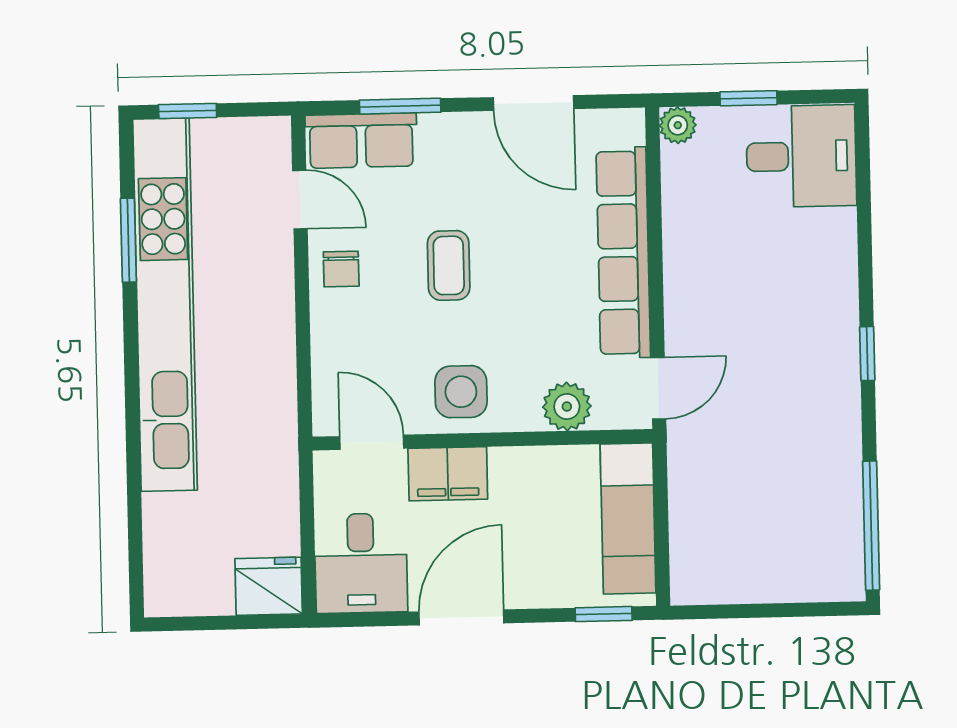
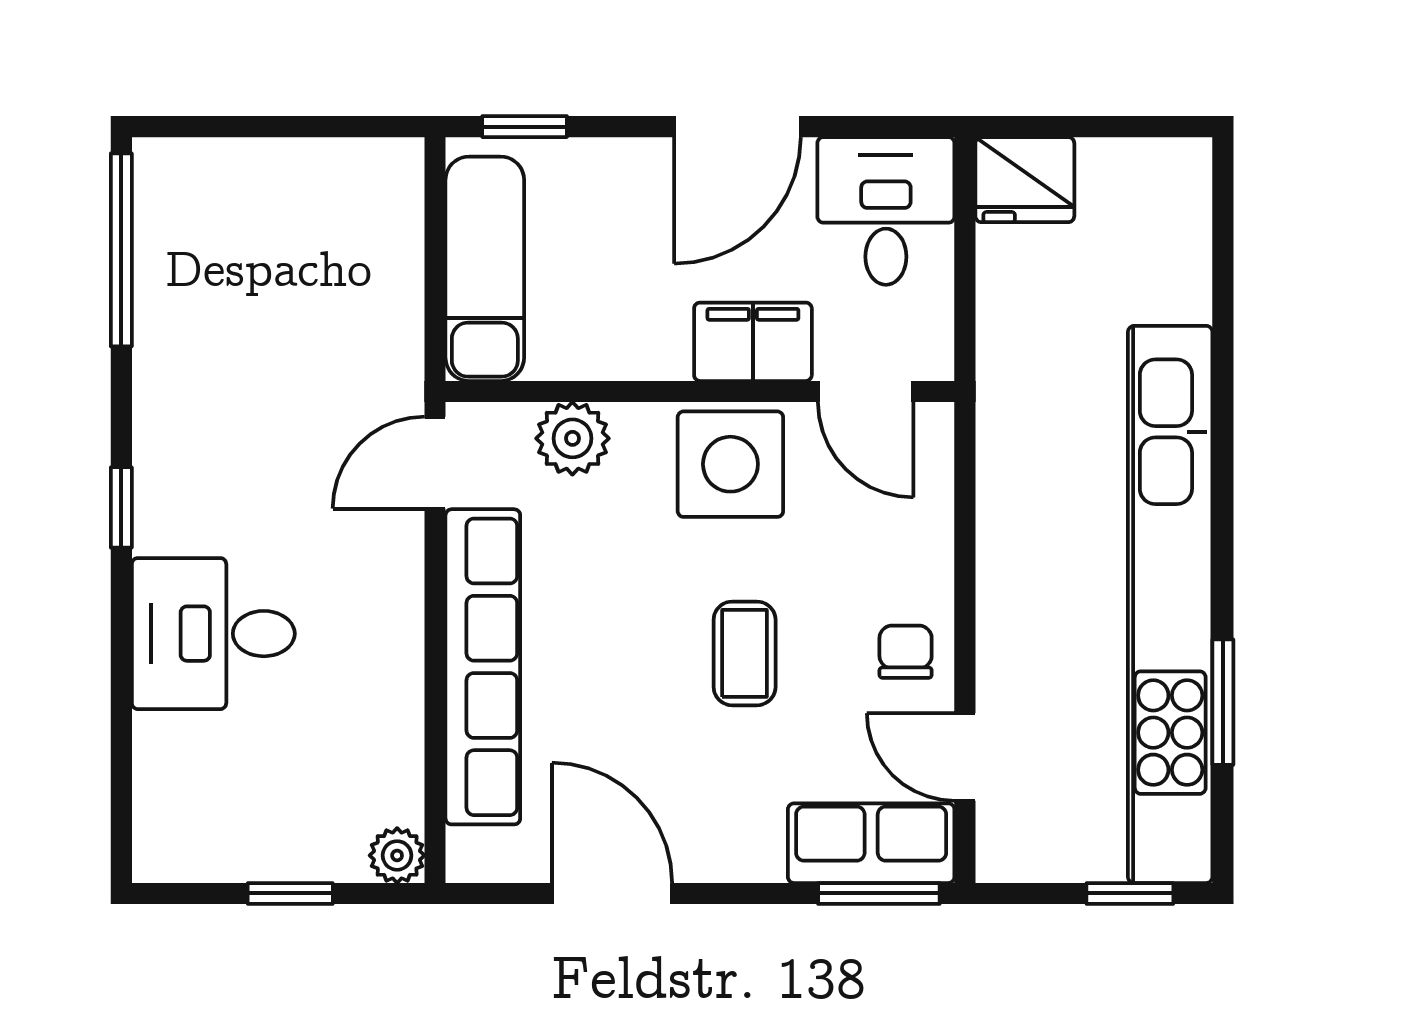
window: (400, 106) -> (879, 893), moved
desk: (801, 156) -> (213, 634), moved
side table: (461, 392) -> (730, 464), width x1.37, depth x1.37

